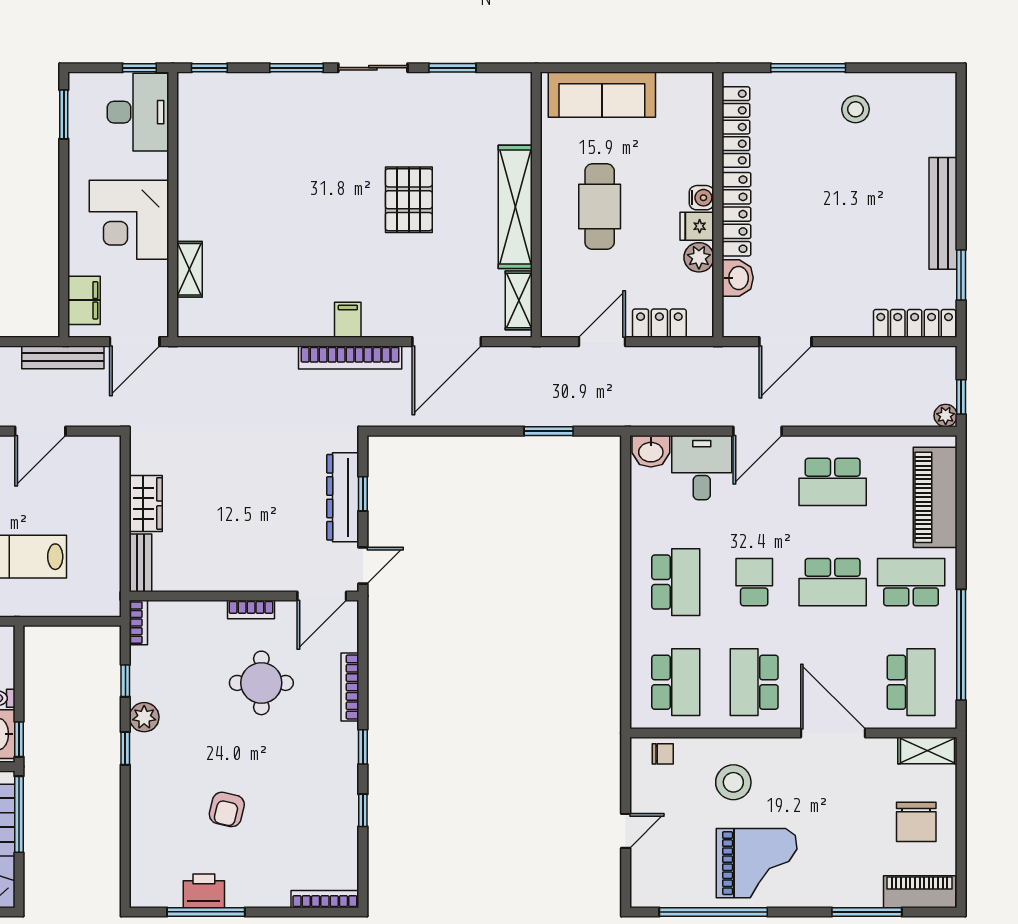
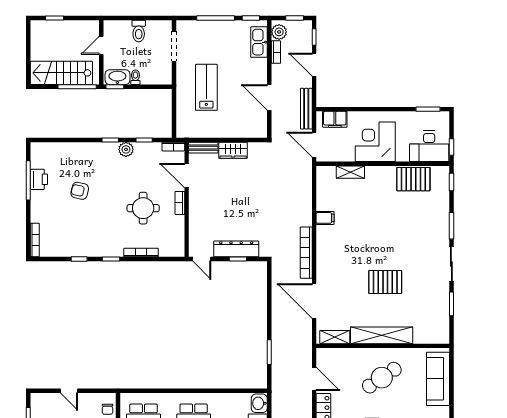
pallet: (203, 143) -> (413, 179), added
cafe table: (600, 207) -> (382, 378), turned -34
filing cabinet: (348, 320) -> (325, 218), moved
door: (322, 596) -> (187, 176), moved

